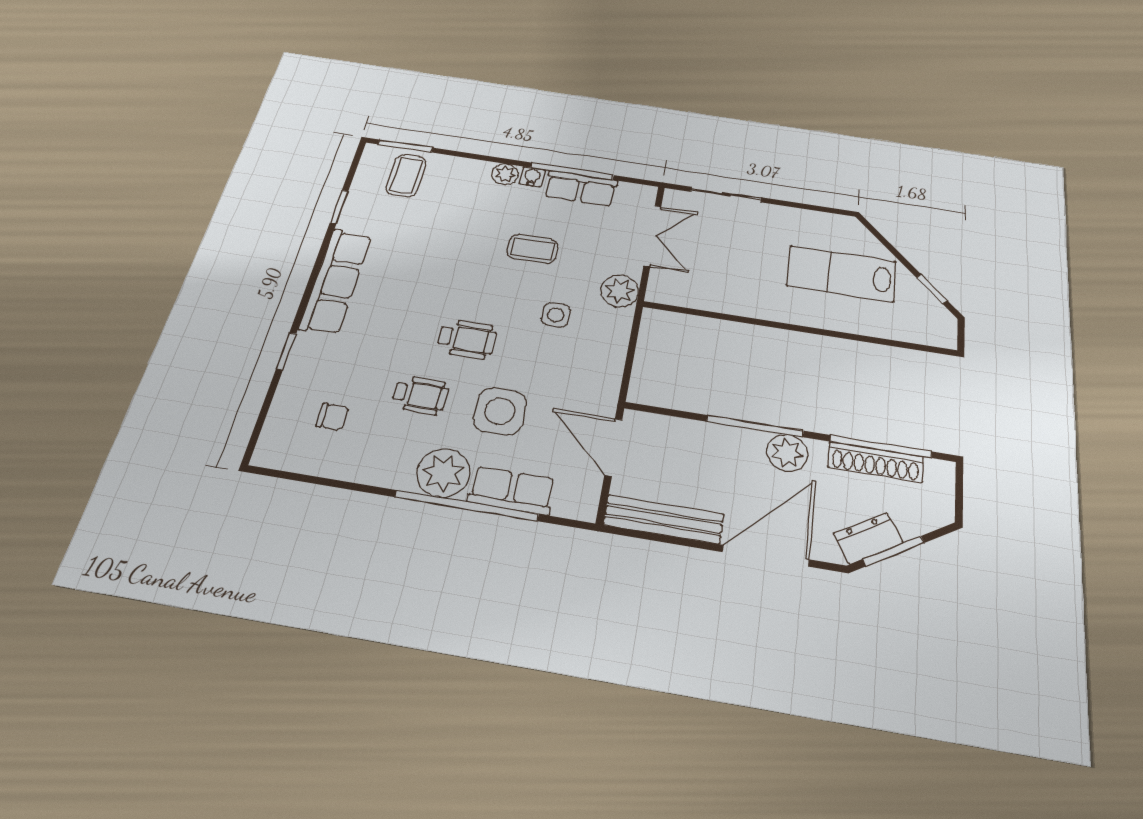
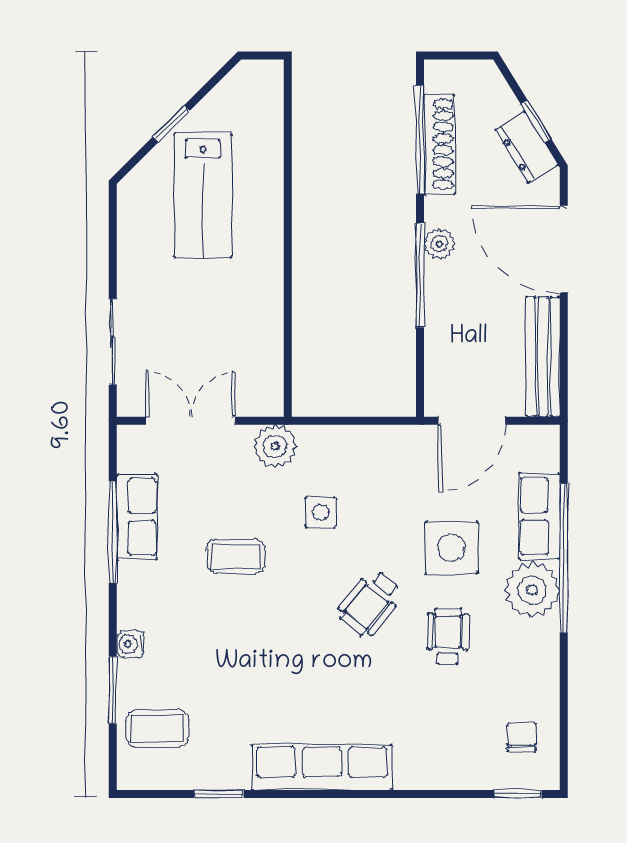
window: (405, 146) -> (113, 690), moved
plant: (505, 174) -> (133, 611), removed
water cooler: (532, 177) -> (130, 644), moved
coffee table: (532, 249) -> (236, 556), turned 90
window: (932, 289) -> (171, 124), moved
wheelchair: (467, 339) -> (370, 603), turned -141
window: (286, 351) -> (518, 794), moved
chair: (333, 417) -> (522, 738), moved
plant: (787, 453) -> (439, 244), width x0.73, depth x0.73
window: (894, 551) -> (536, 121), width x0.67

